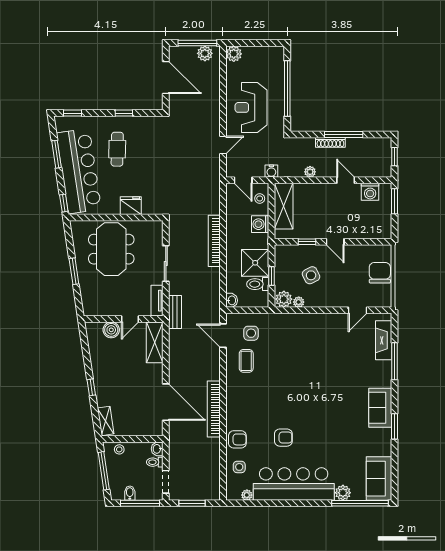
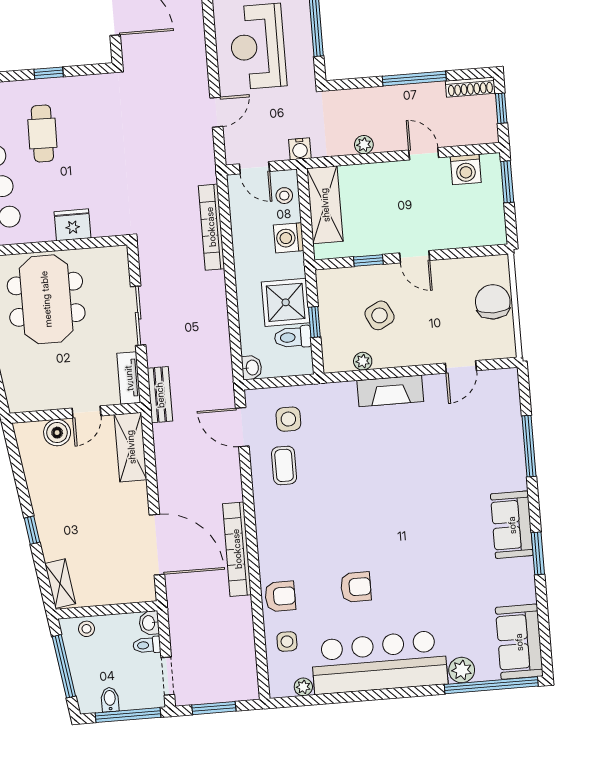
shoe rack: (330, 142) -> (470, 87), moved
bookcase: (214, 241) -> (211, 227), moved
plant: (284, 299) -> (338, 359), removed
fireplace: (384, 340) -> (390, 391), moved, turned -90

